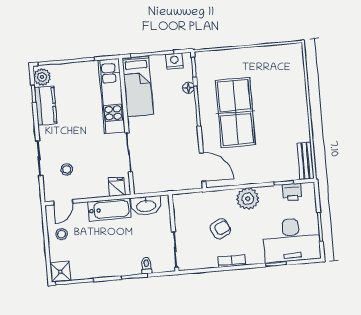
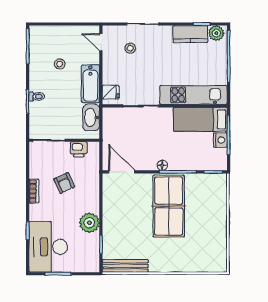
nightstand: (174, 61) -> (220, 140), moved
floor lamp: (188, 88) -> (162, 165), moved
table tennis table: (235, 113) -> (169, 206), turned 90
bench: (306, 161) -> (125, 266), width x1.36
door: (203, 167) -> (122, 172), swing flipped
printer: (292, 192) -> (79, 149), moved, turned -90
plant: (248, 199) -> (89, 223), moved
stool: (62, 234) -> (60, 64), moved
toilet: (146, 265) -> (37, 97), moved
shower: (60, 272) -> (38, 34), removed

